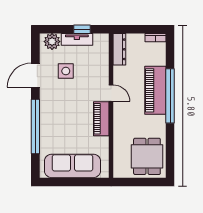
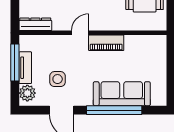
window: (82, 29) -> (15, 62), width x2.17
sofa: (73, 166) -> (122, 94), moved, turned 90

